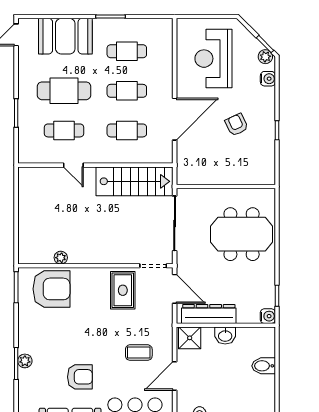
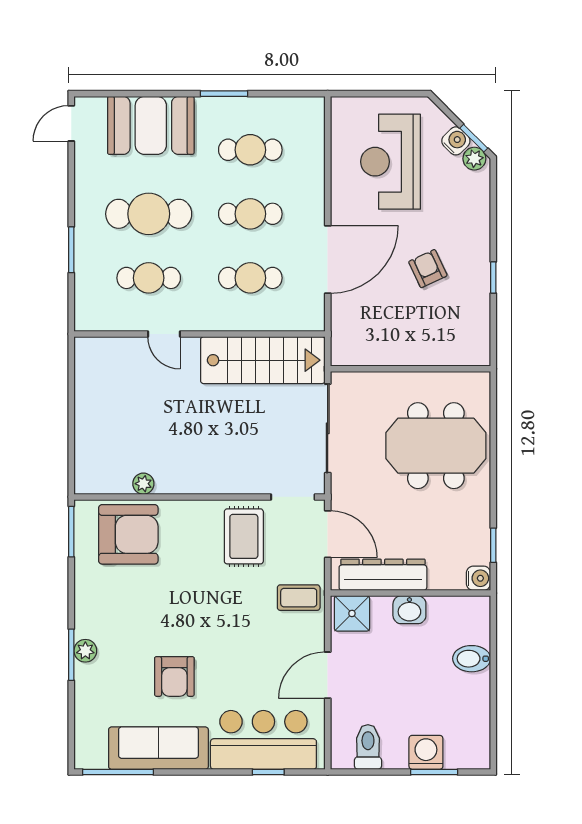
water cooler: (268, 79) -> (456, 141), moved, turned -45
coffee table: (139, 353) -> (299, 598), moved
armchair: (80, 377) -> (174, 676), turned 90

